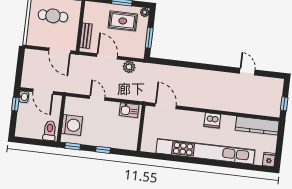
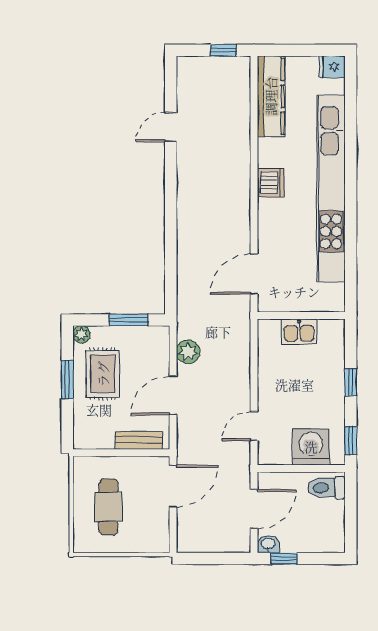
door: (97, 98) -> (254, 426), moved
kitchen sink: (129, 110) -> (299, 332), moved, turned 90

